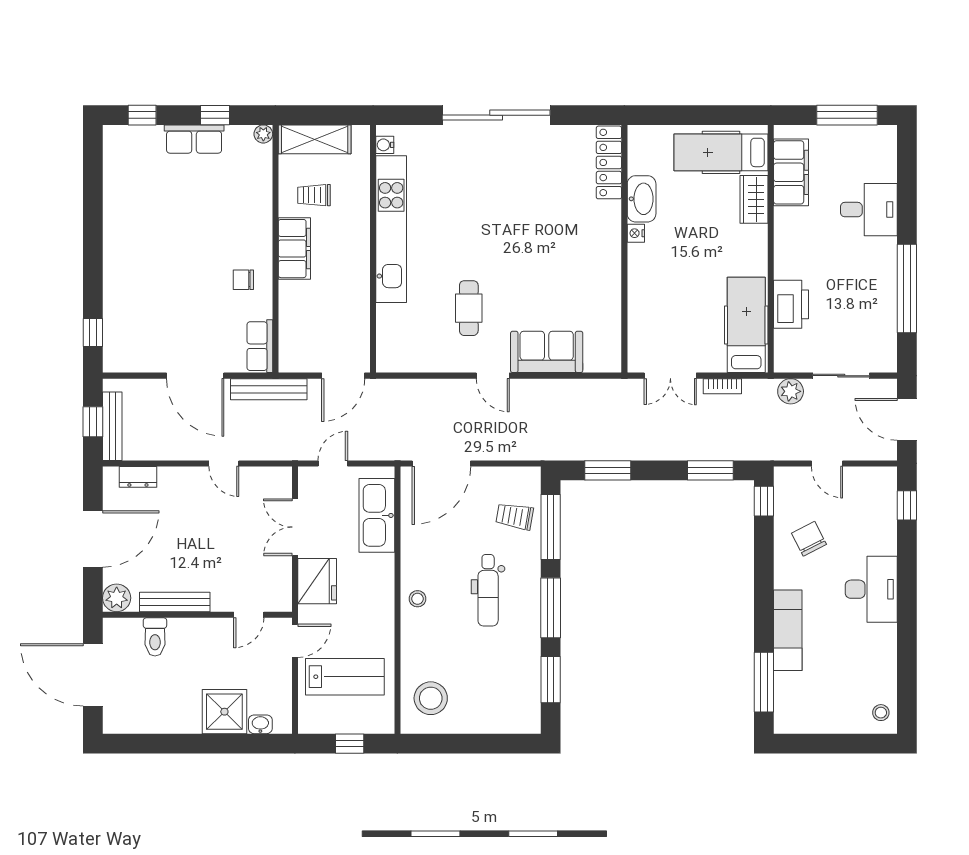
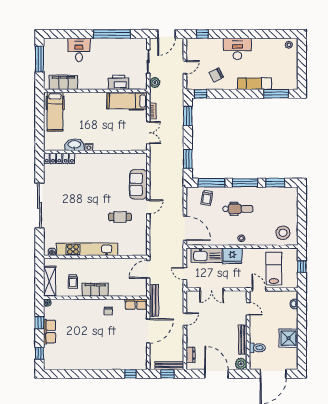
wardrobe: (754, 199) -> (75, 98), removed
door: (343, 376) -> (148, 269), swing flipped
fridge: (317, 581) -> (232, 256), moved, turned 180
shower: (224, 712) -> (289, 338), moved

